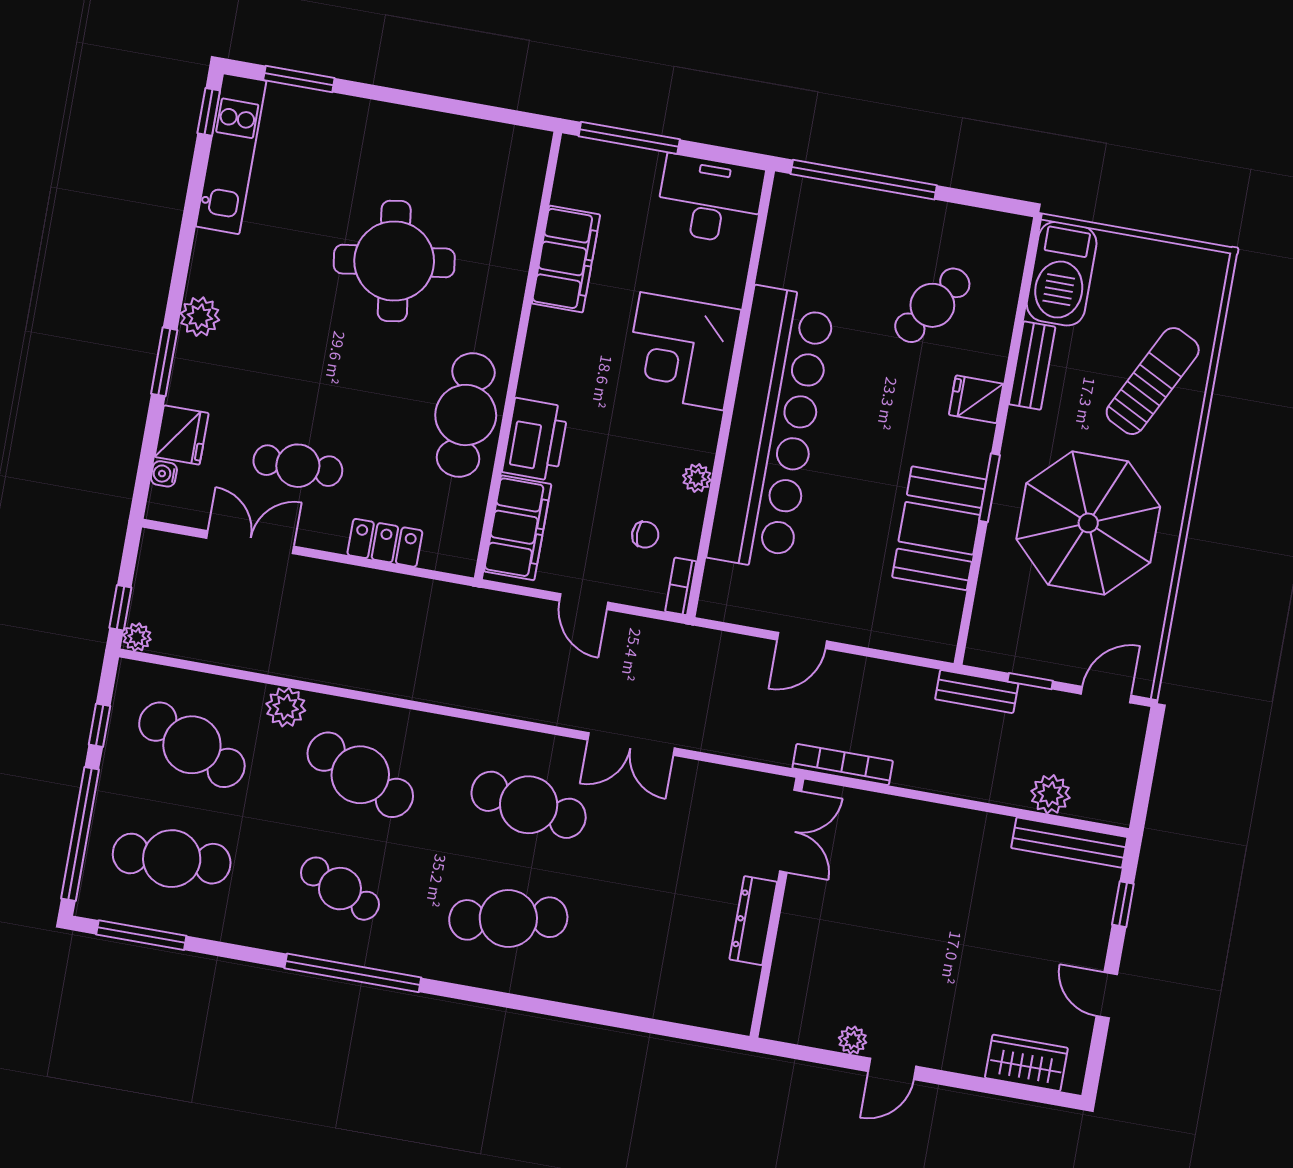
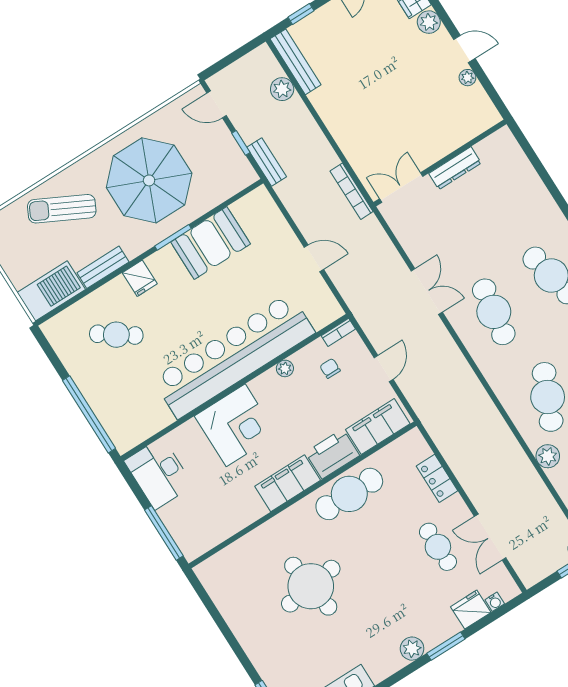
filing cabinet: (566, 259) -> (288, 483), moved
plant: (966, 1055) -> (429, 22), added

